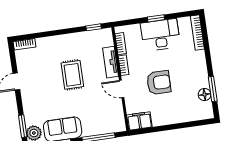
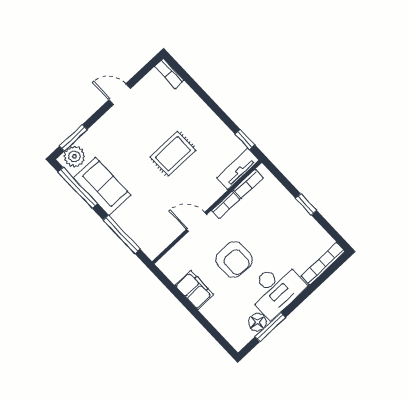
desk: (160, 35) -> (276, 289), moved, turned 90
tv unit: (110, 62) -> (238, 169), moved
door: (122, 89) -> (197, 222), hinge flipped
filing cabinet: (139, 121) -> (194, 290), moved

